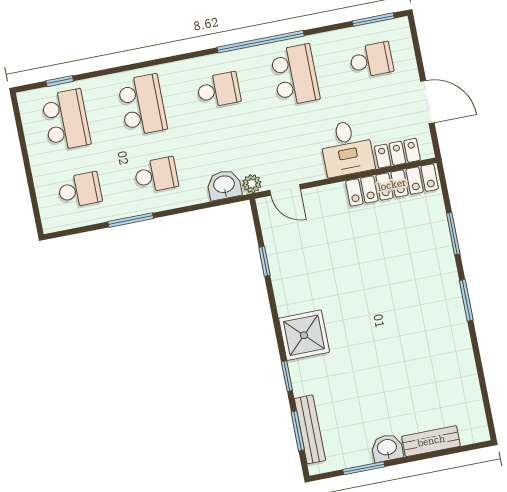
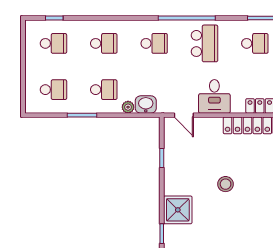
school desk: (142, 105) -> (104, 43), width x0.54
school desk: (66, 120) -> (53, 43), width x0.54
desk: (347, 148) -> (214, 96), moved
plant: (252, 184) -> (128, 107), moved
stool: (369, 282) -> (226, 184), added

